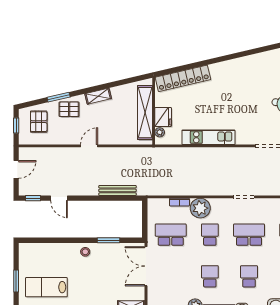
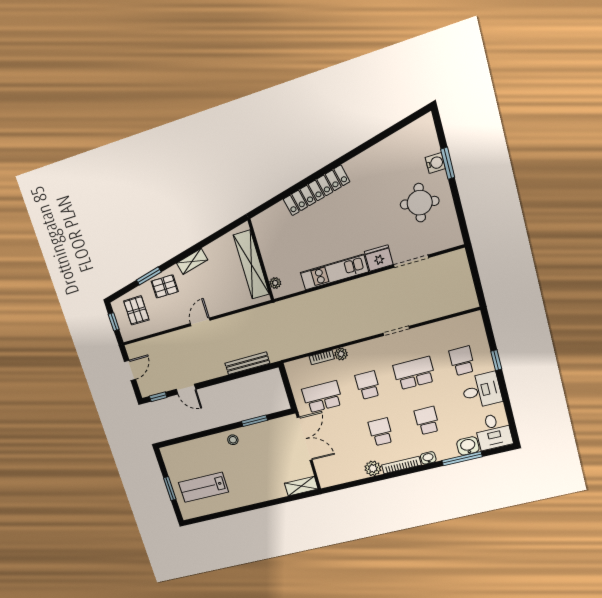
locker: (183, 78) -> (316, 190), moved
fridge: (163, 117) -> (379, 258), moved, turned -90
plant: (200, 208) -> (341, 354), width x0.53, depth x0.53
double door: (146, 266) -> (305, 439), swing flipped

